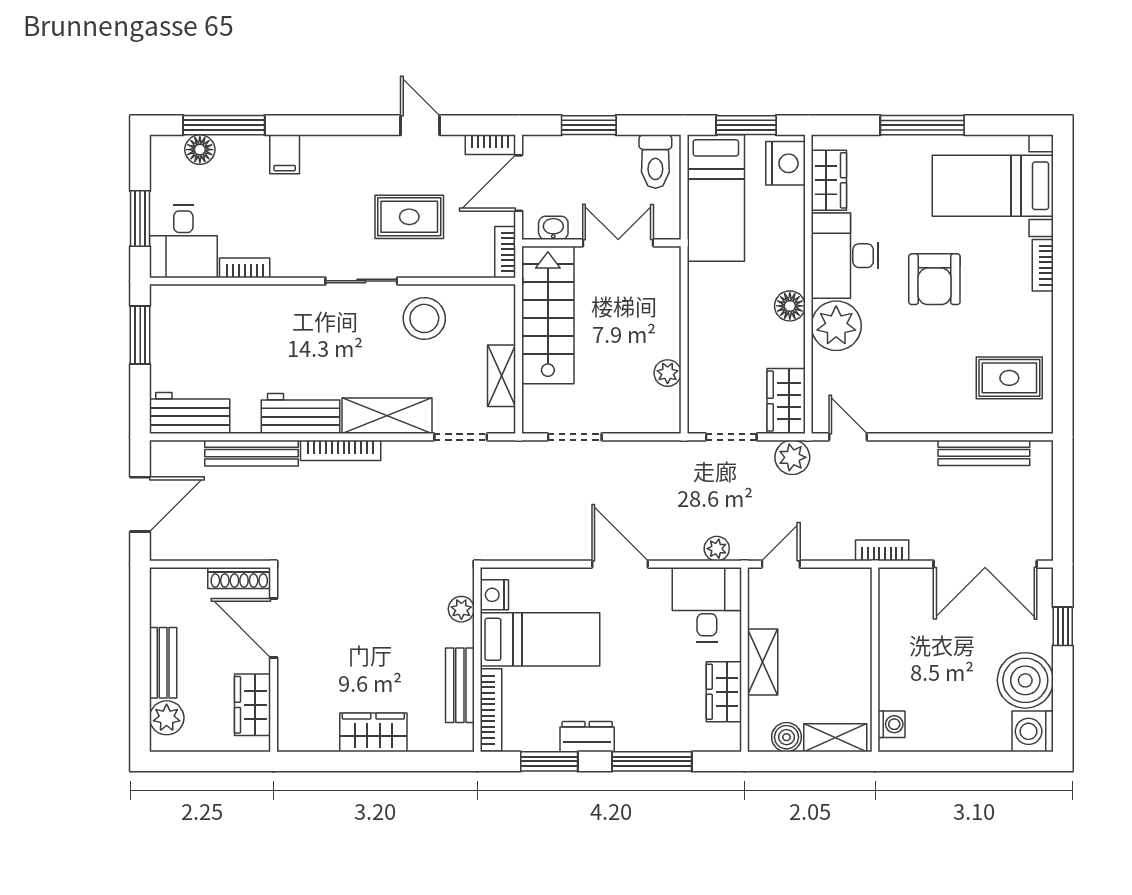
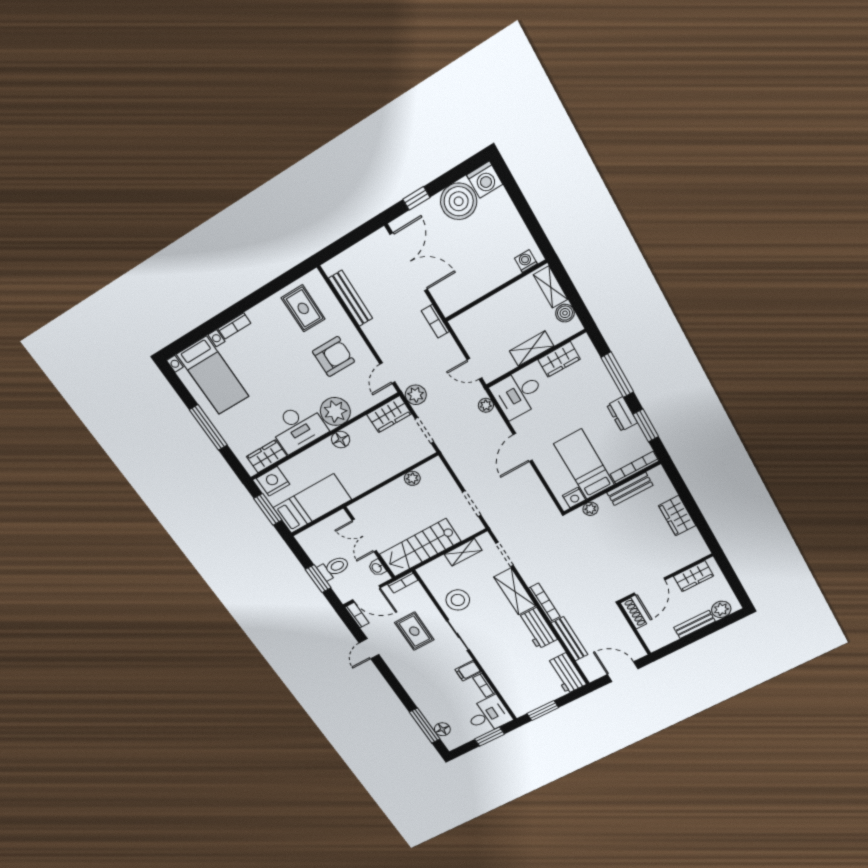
filing cabinet: (285, 154) -> (468, 671), moved, turned 180
toilet: (655, 161) -> (334, 568), moved
armchair: (934, 279) -> (333, 357), moved

